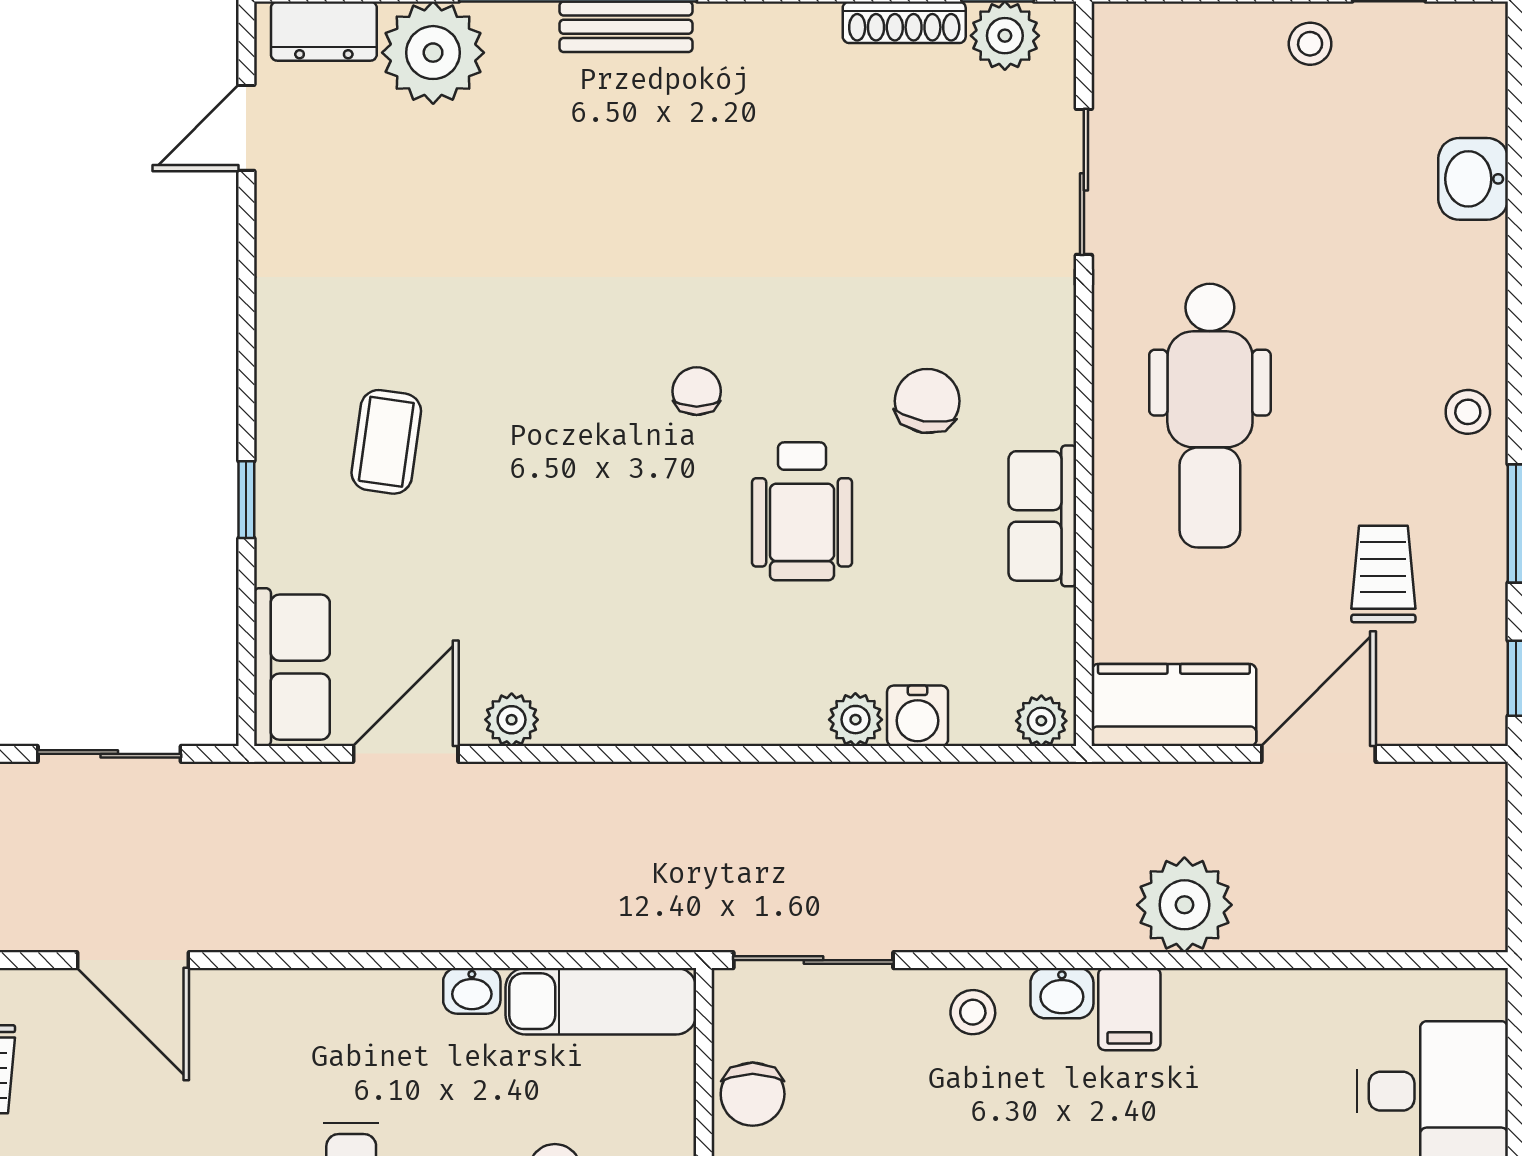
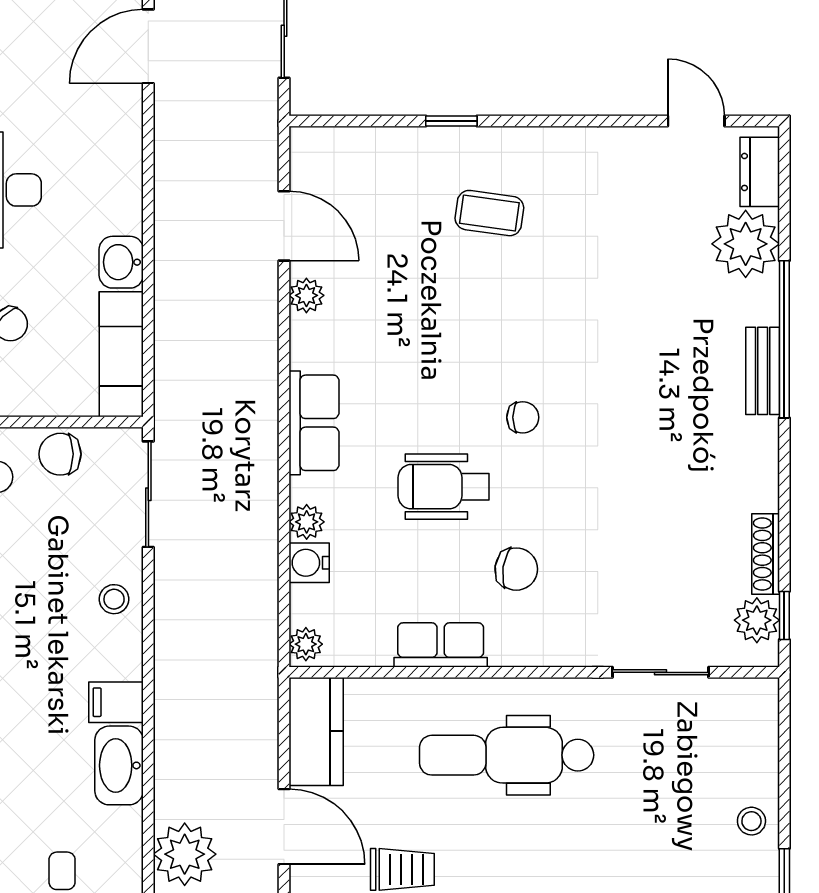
row of seats: (292, 667) -> (314, 423), moved, turned -90
plant: (1184, 905) -> (185, 854), moved
washbasin: (472, 991) -> (121, 262), width x1.38, depth x1.45
washbasin: (1062, 993) -> (119, 765), moved, width x1.91, depth x1.45

